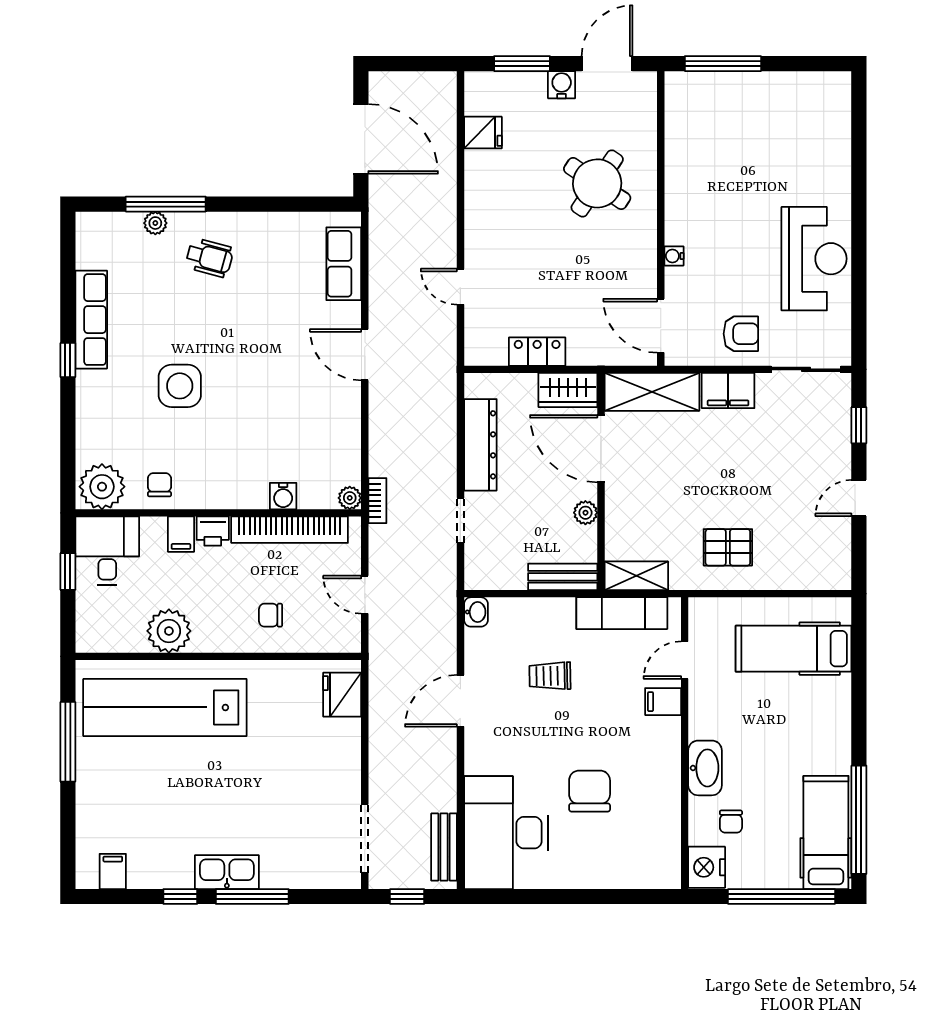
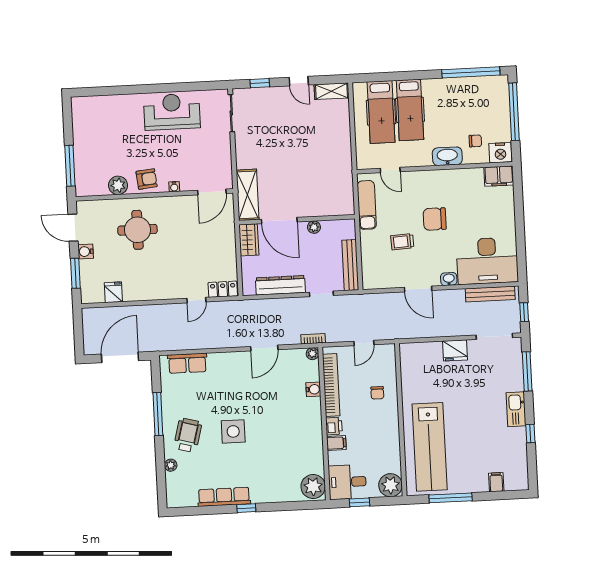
plant: (682, 151) -> (118, 185), added
round table: (597, 183) -> (137, 230), turned -34
window: (166, 204) -> (158, 414), moved
wheelchair: (209, 258) -> (188, 435), width x1.36, depth x1.37
armchair: (741, 334) -> (147, 179), moved, turned 84
locker: (537, 352) -> (223, 289), moved, turned 90
door: (365, 355) -> (264, 348), moved
side table: (180, 386) -> (233, 431), moved
filing cabinet: (728, 391) -> (245, 154), removed
door: (601, 449) -> (279, 221), hinge flipped
chair: (159, 485) -> (311, 456), removed
pallet: (728, 547) -> (329, 150), removed
shelving: (636, 576) -> (332, 91), moved, turned 90
bench: (563, 577) -> (350, 265), moved, width x1.36
washbasin: (476, 612) -> (449, 279), moved
plant: (169, 631) -> (391, 485), moved
trolley: (550, 676) -> (402, 242), turned 88
fridge: (342, 695) -> (455, 350), moved
filing cabinet: (663, 702) -> (499, 176), moved, width x2.00
chair: (590, 791) -> (435, 219), moved
hospital bed: (826, 832) -> (410, 110), moved, turned -90
bench: (444, 847) -> (490, 294), width x1.36
filing cabinet: (113, 871) -> (496, 482), moved, turned 90
window: (252, 896) -> (527, 371), moved

